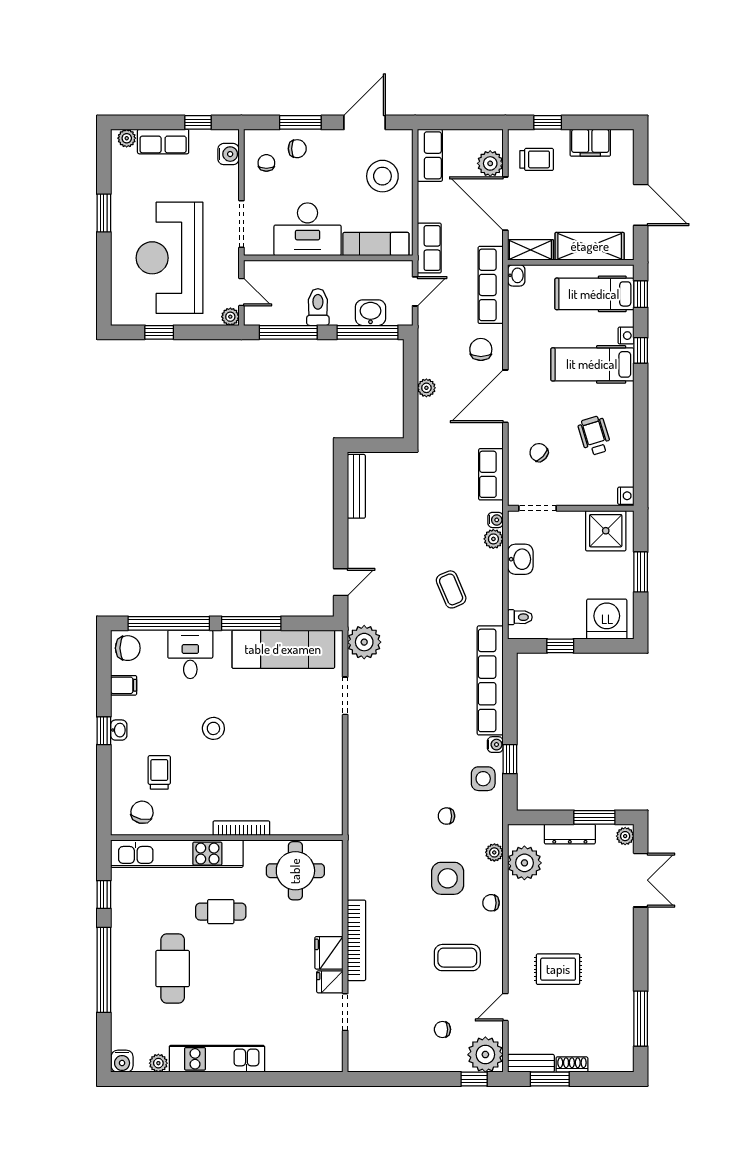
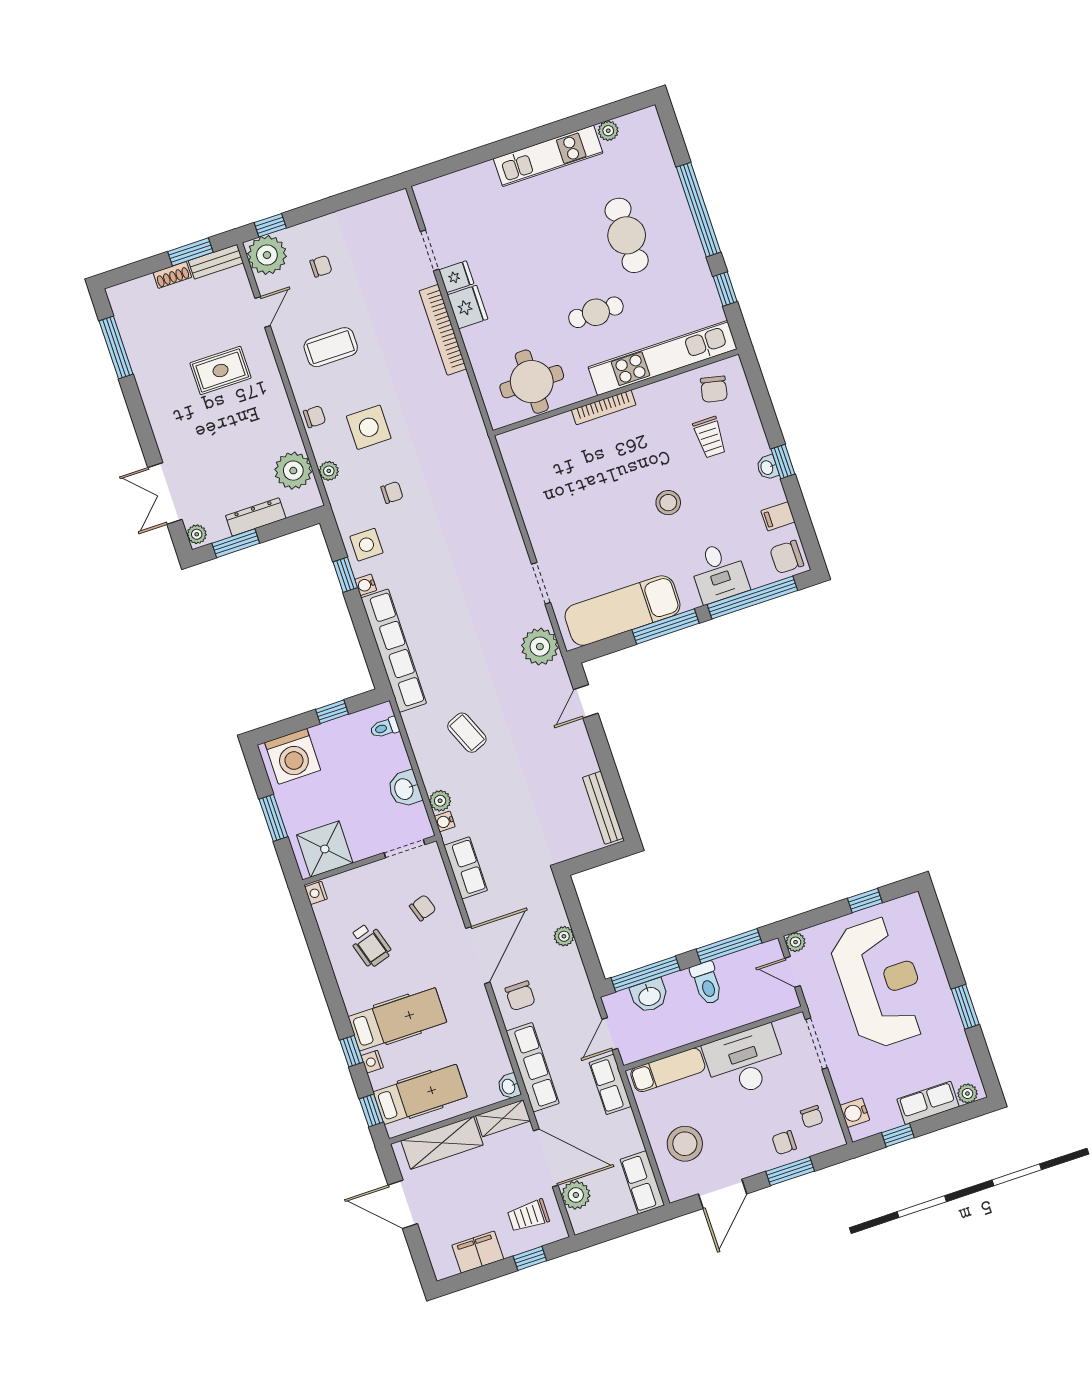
chair: (539, 452) -> (423, 908), turned -60
water cooler: (122, 1061) -> (647, 120), removed

